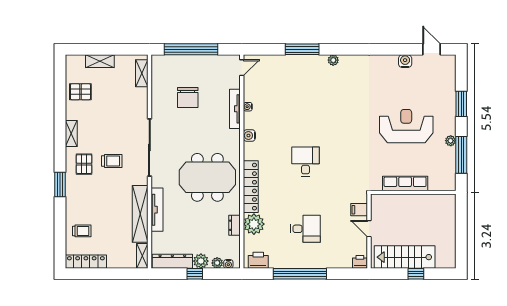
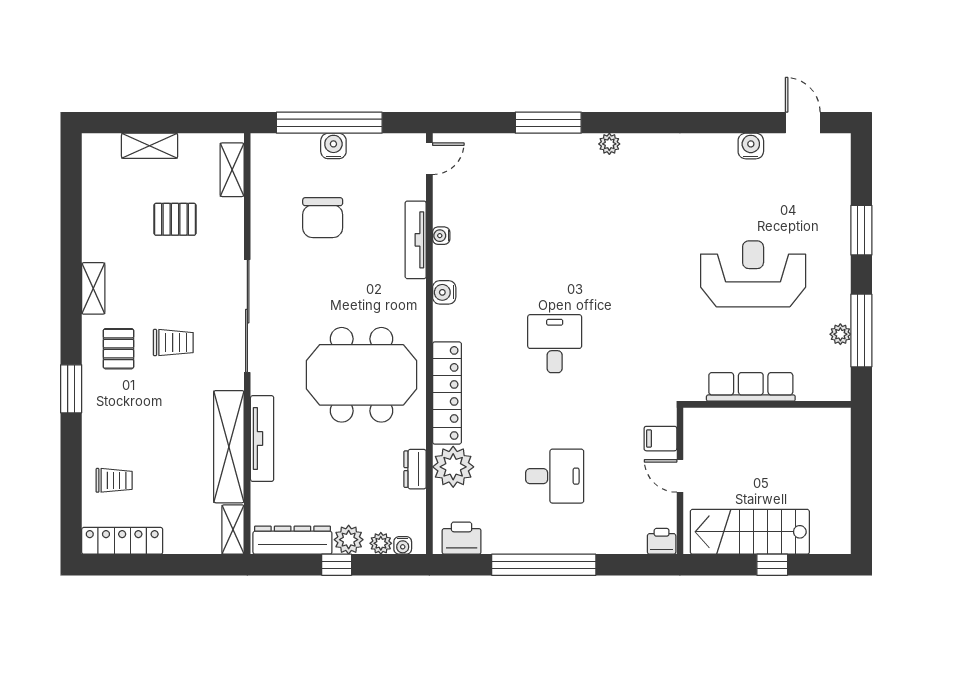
water cooler: (193, 61) -> (333, 146), added
pallet: (80, 92) -> (175, 219), moved
plant: (451, 141) -> (840, 334), moved

